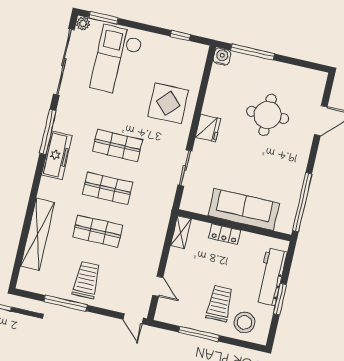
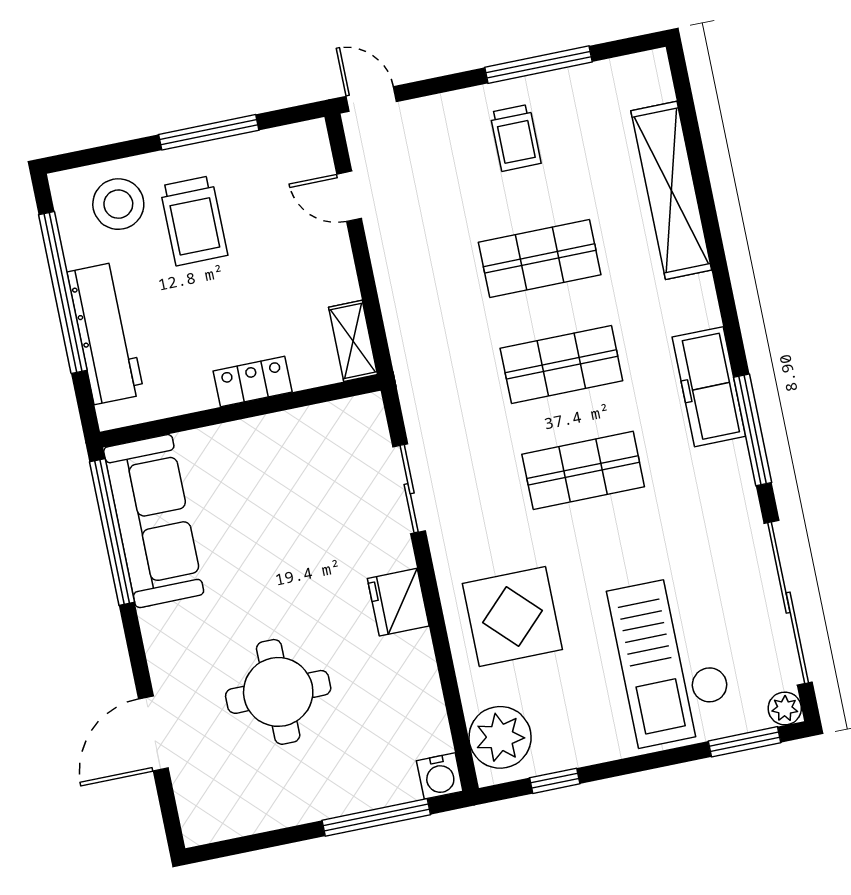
checkout: (117, 60) -> (672, 660), turned 180
plant: (193, 61) -> (500, 737), added
sofa: (244, 209) -> (154, 521), moved, turned -90
trolley: (86, 280) -> (515, 138), width x0.73, depth x0.72
window: (280, 299) -> (63, 292), width x2.11

